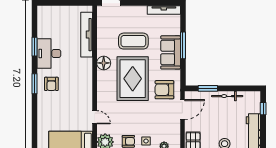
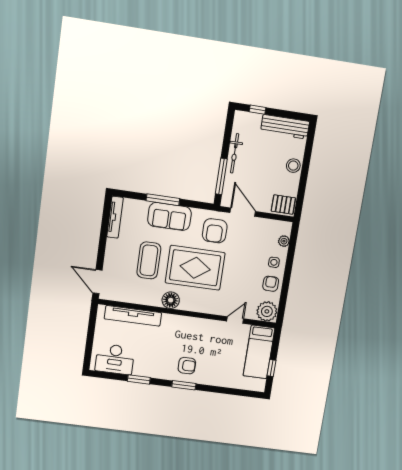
desk: (49, 53) -> (115, 359), moved
window: (208, 88) -> (221, 176), width x1.44

